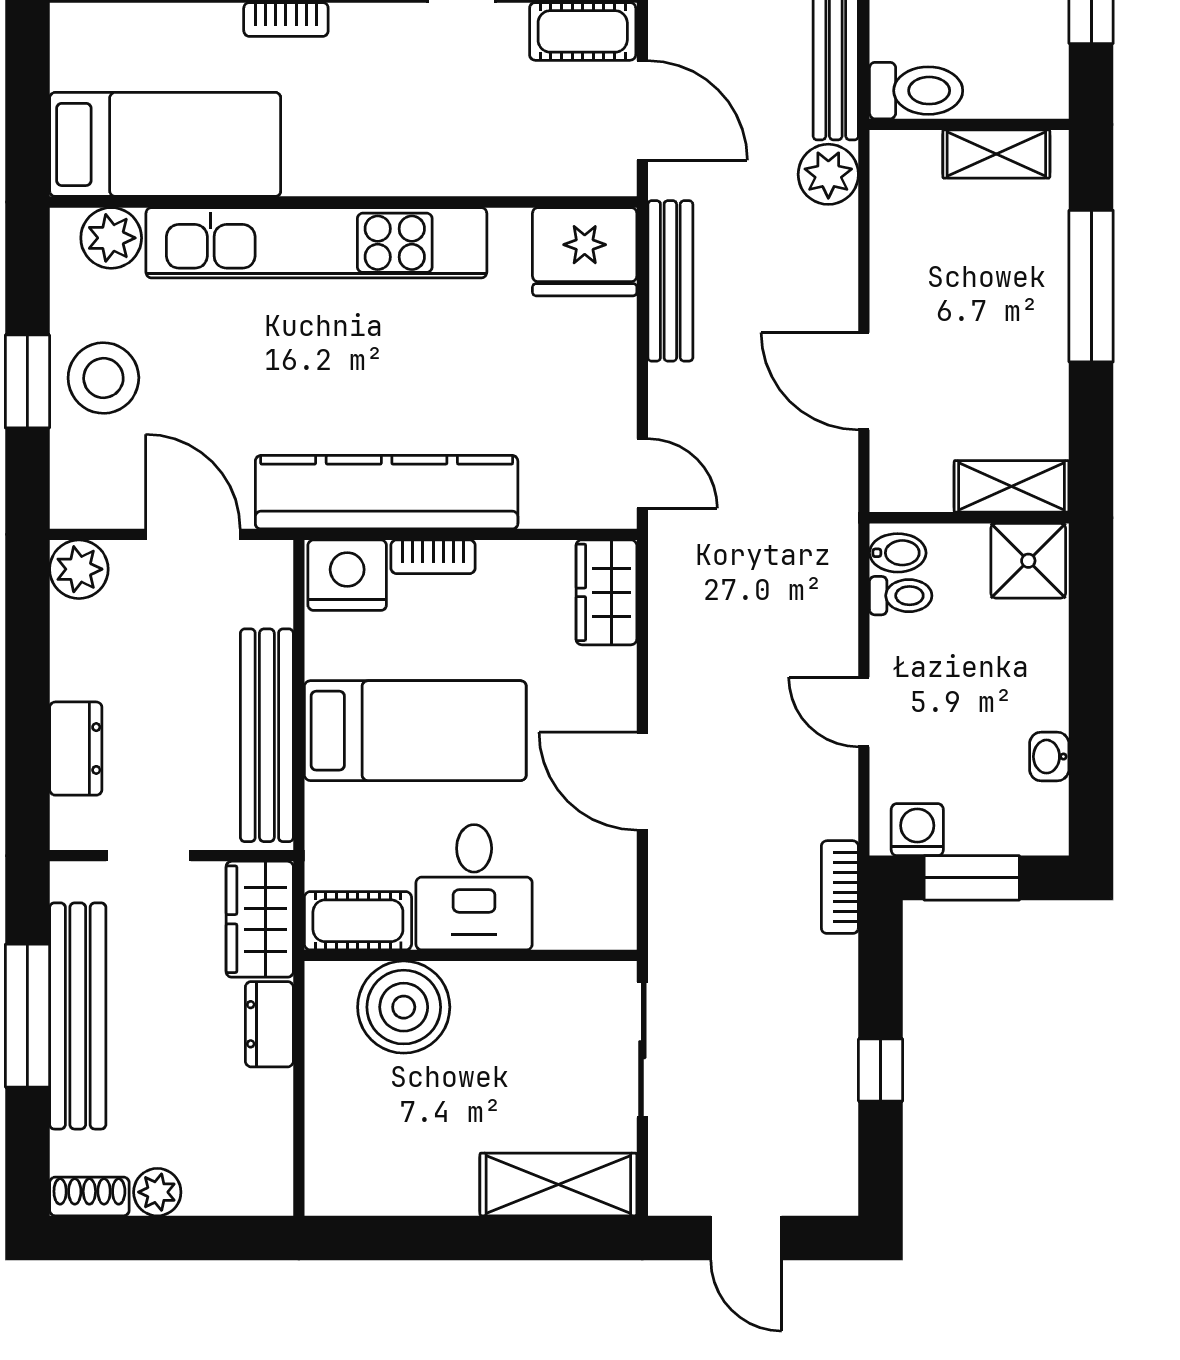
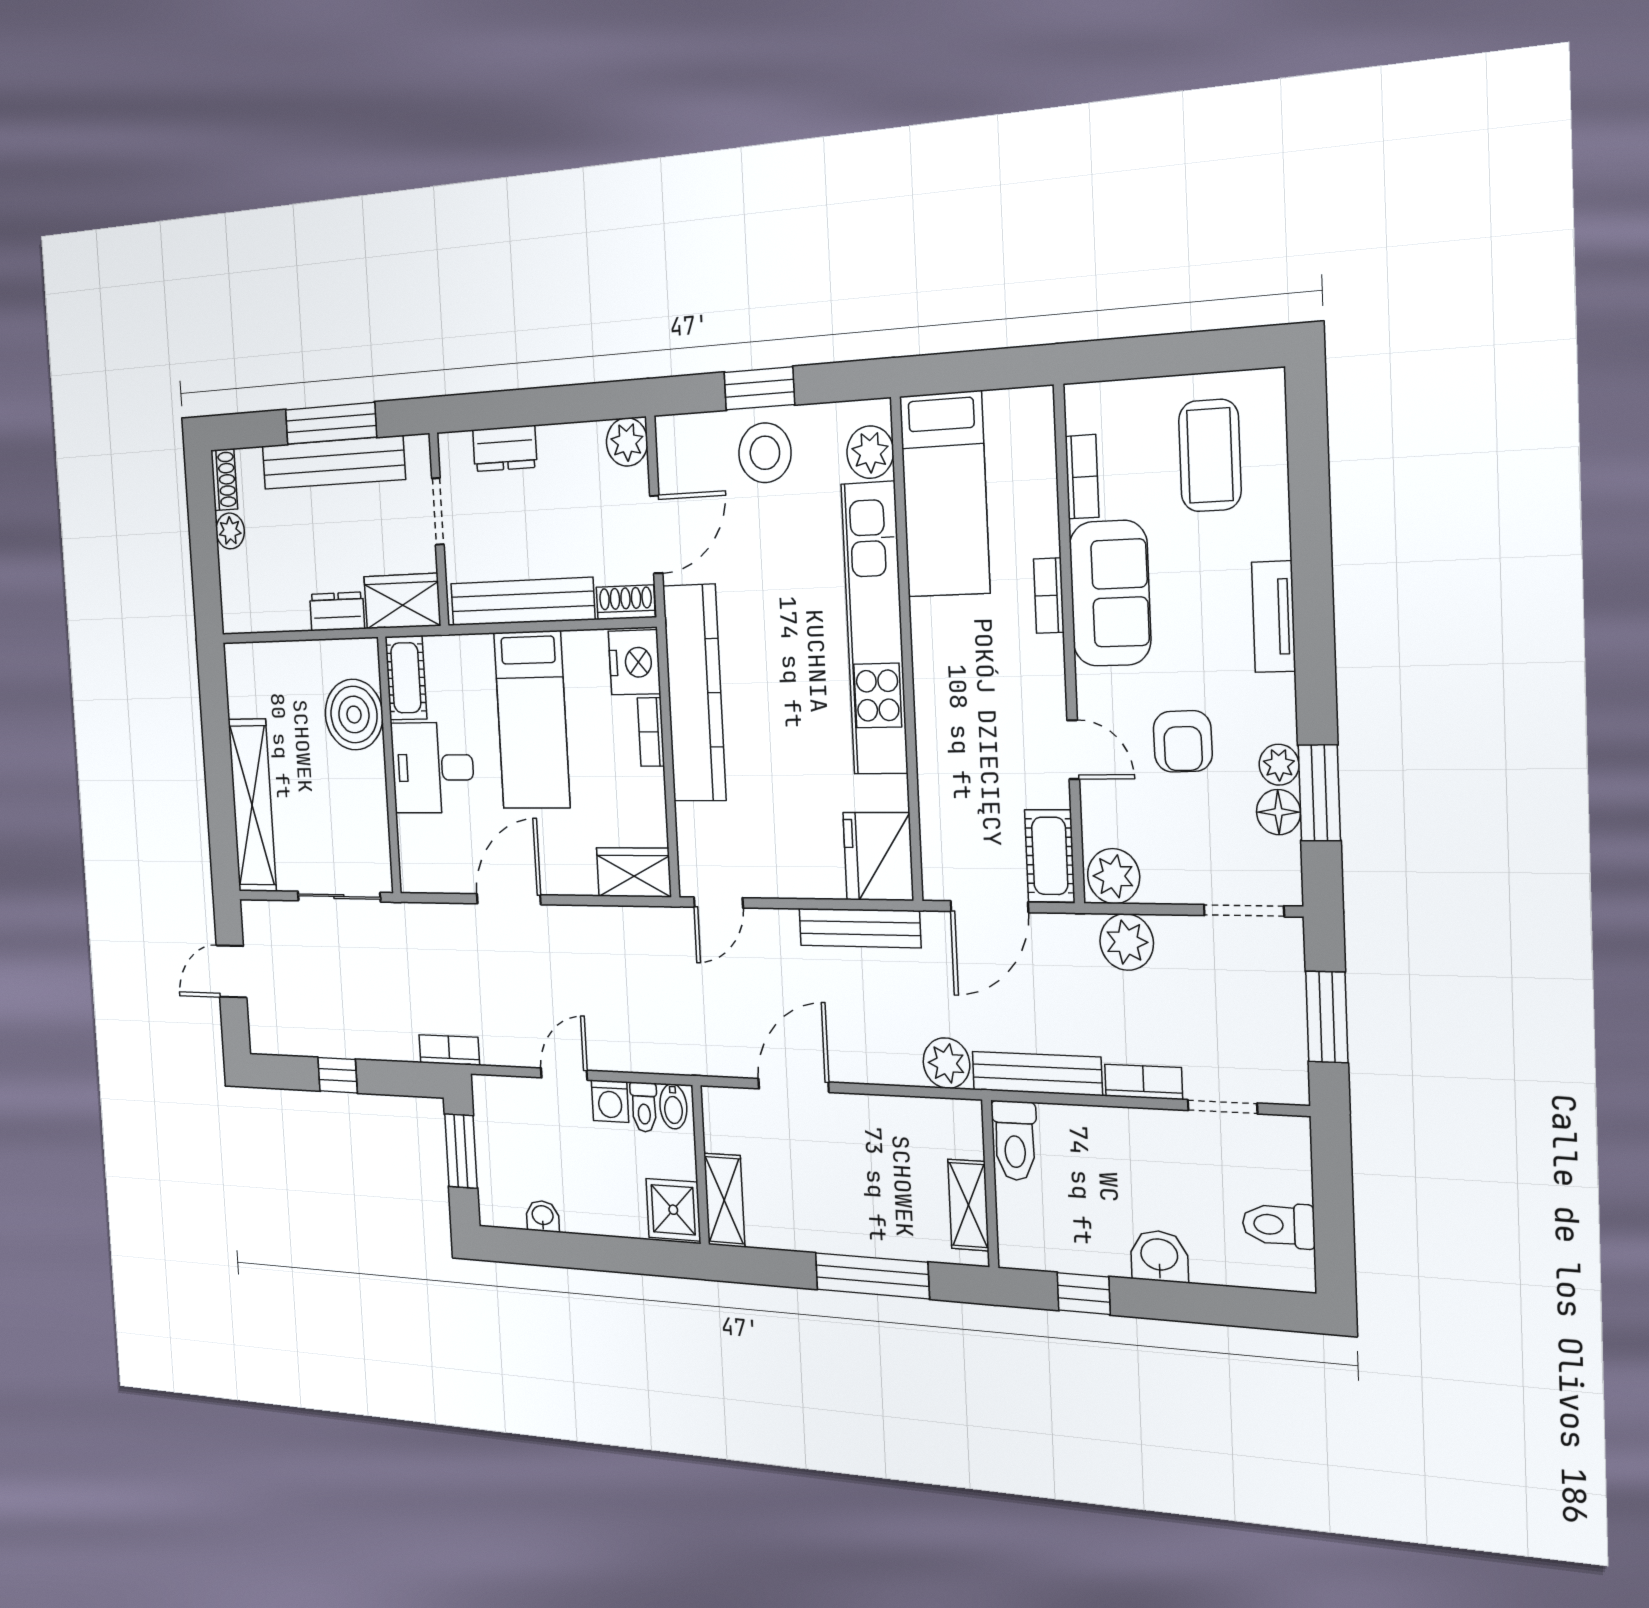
shoe rack: (273, 583) -> (626, 602), added
washing machine: (917, 830) -> (610, 1101), moved, turned 90
shelving: (558, 1184) -> (252, 805), width x1.47

